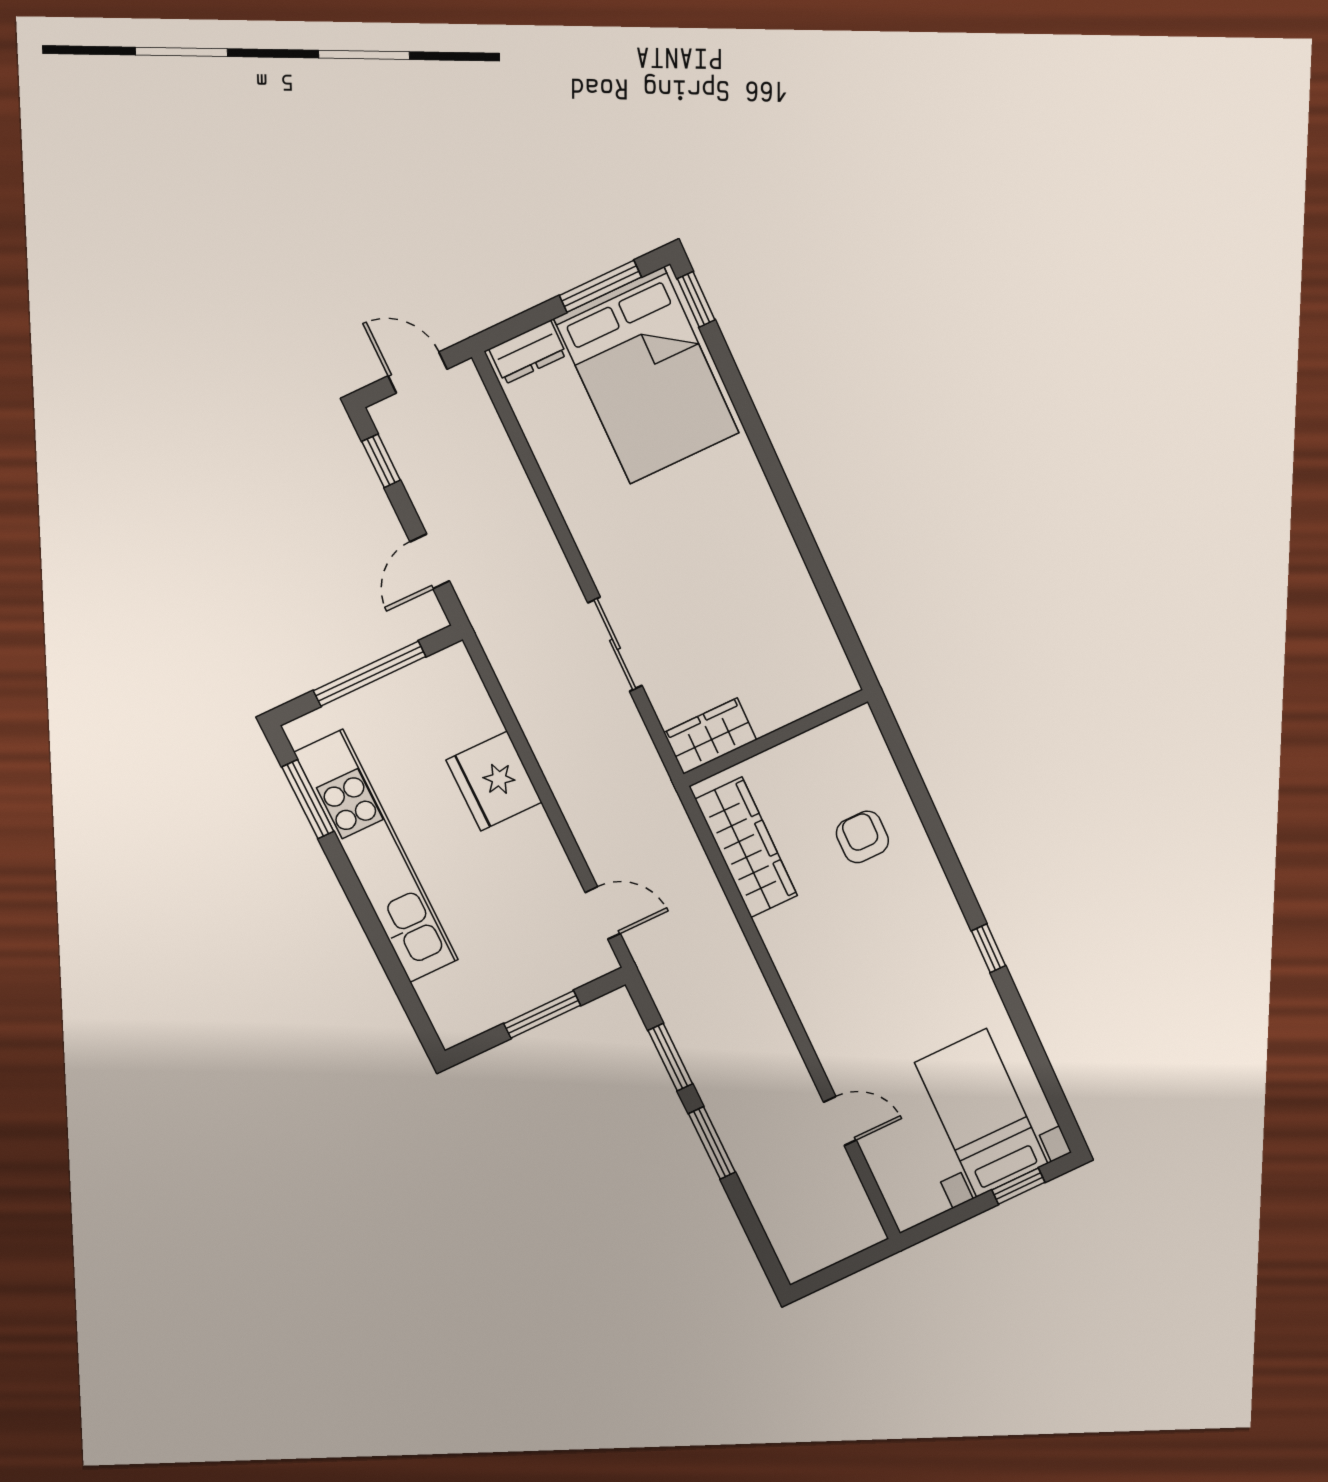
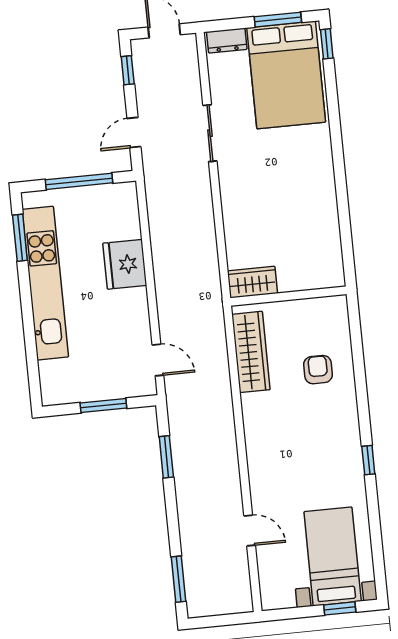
sliding door: (615, 644) -> (210, 133), moved
window: (712, 1143) -> (179, 579), moved

